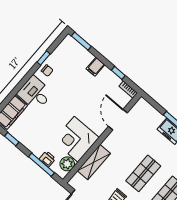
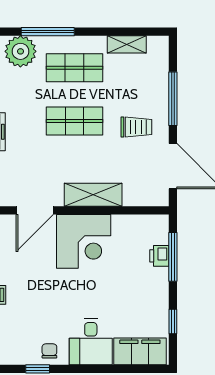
corner desk: (76, 139) -> (84, 241), moved
shelving: (94, 162) -> (93, 195), moved
plant: (67, 164) -> (144, 226), removed

